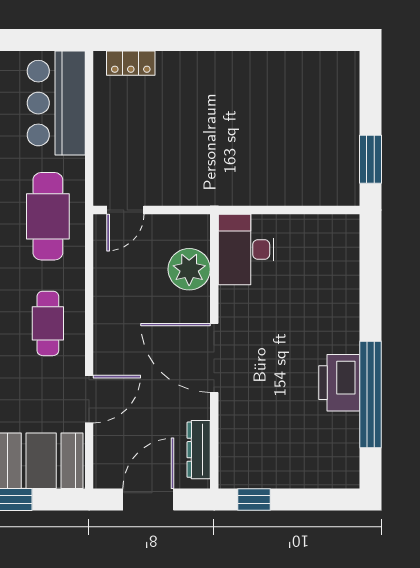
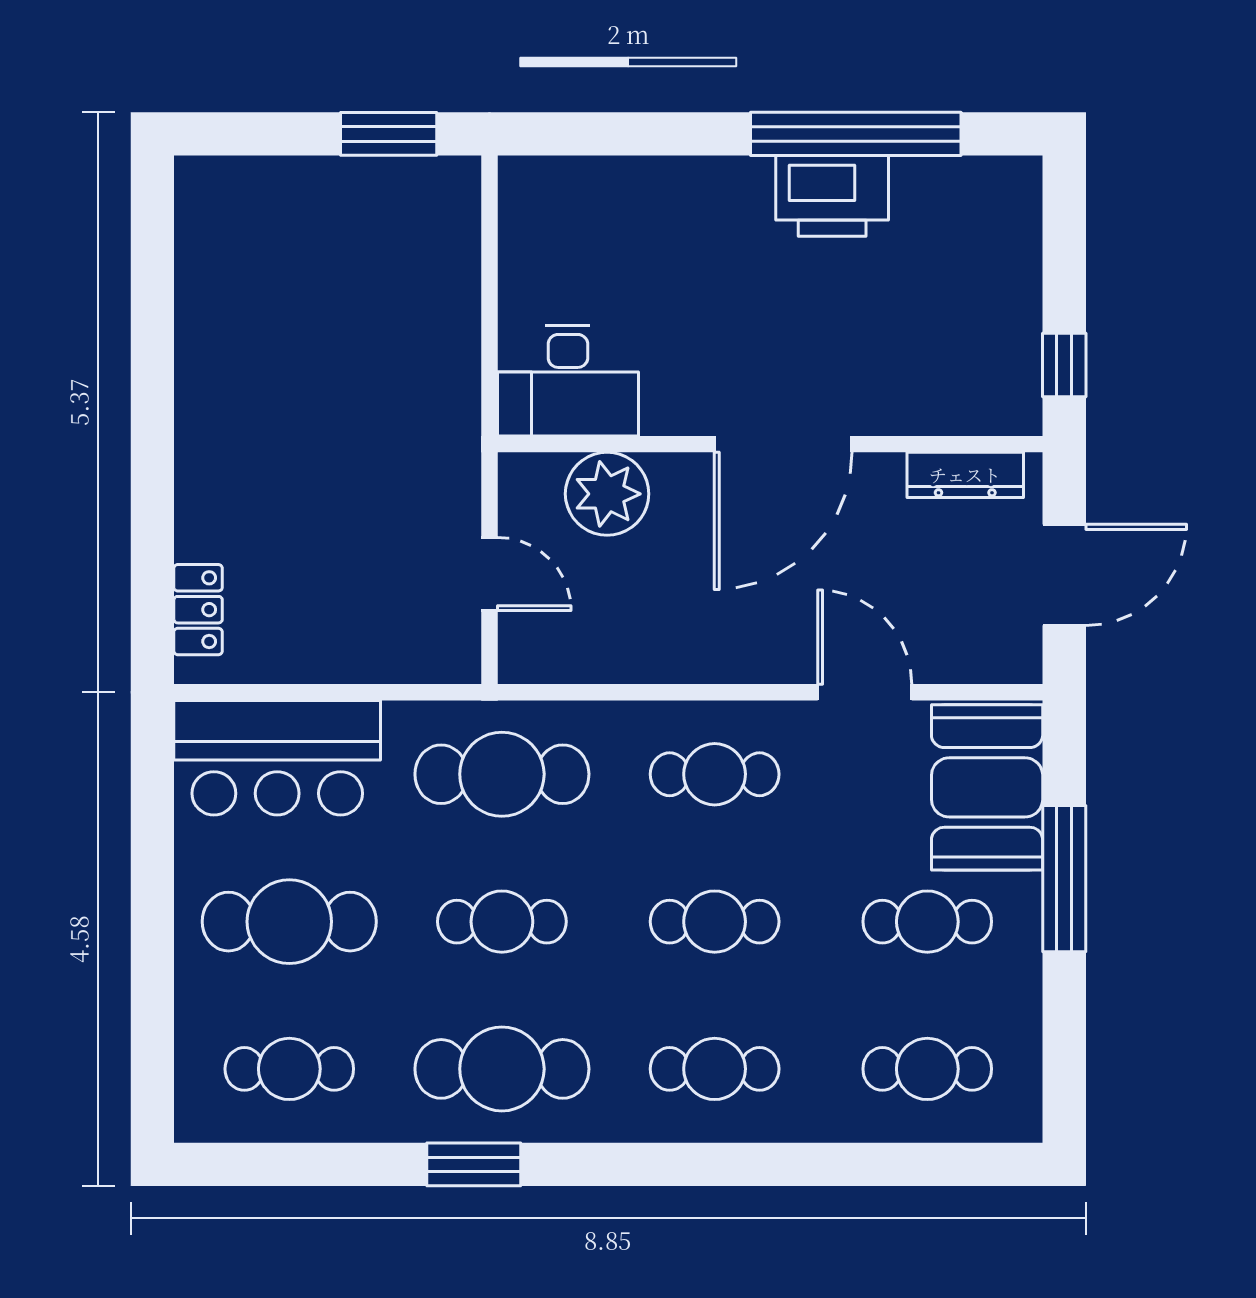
door: (125, 210) -> (490, 574), moved
door: (148, 500) -> (1064, 575), swing flipped

